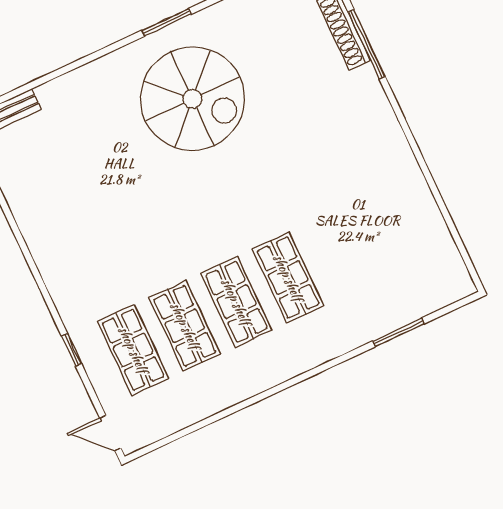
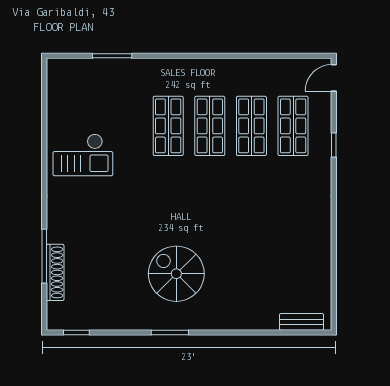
spiral stairs: (192, 99) -> (176, 274), width x0.73, depth x0.73
checkout: (377, 192) -> (83, 155), added
door: (110, 433) -> (334, 78), swing flipped

